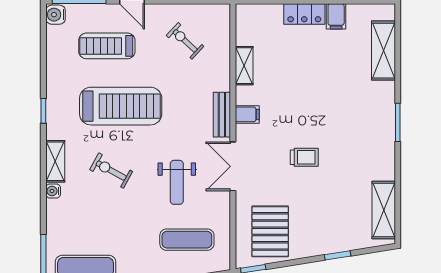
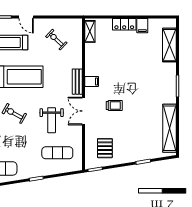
shelving: (244, 66) -> (90, 31), moved
trolley: (304, 157) -> (114, 106), moved
shelving: (384, 210) -> (169, 128), width x1.47
pallet: (270, 231) -> (105, 148), width x0.67, depth x0.71

